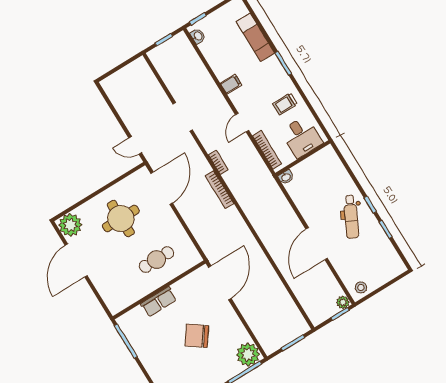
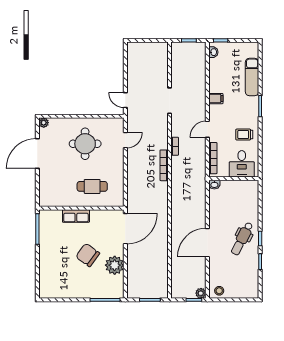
door: (162, 188) -> (125, 140), width x0.53
plant: (70, 225) -> (44, 123), width x0.53, depth x0.53
plant: (248, 355) -> (115, 265), moved

